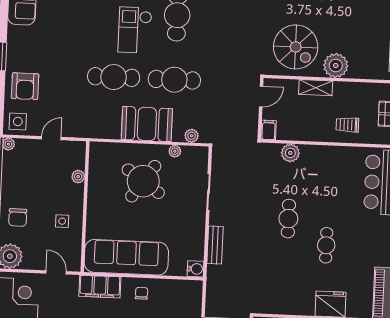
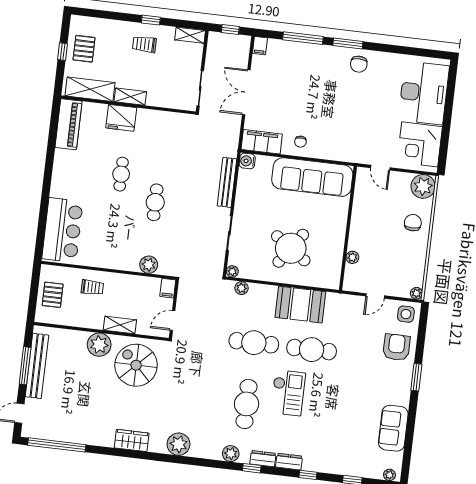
booth: (147, 124) -> (300, 305), moved
plant: (175, 151) -> (232, 271), moved
side table: (62, 221) -> (371, 216), removed
bench: (215, 245) -> (227, 182), width x1.36
filing cabinet: (100, 287) -> (262, 142), moved

